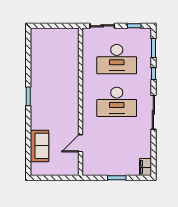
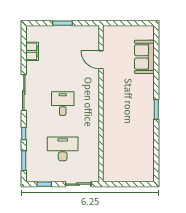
desk: (117, 59) -> (63, 149), width x0.73, depth x0.77
desk: (117, 102) -> (63, 104), width x0.53, depth x0.77
door: (81, 143) -> (101, 60), swing flipped
filing cabinet: (146, 167) -> (32, 51), moved

